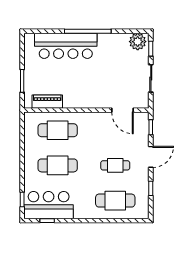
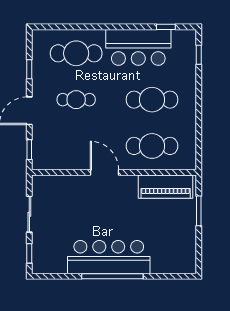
plant: (138, 42) -> (47, 263), removed
bar counter: (66, 46) -> (109, 257), moved
piano: (47, 102) -> (166, 187), width x1.37, depth x1.33
door: (122, 110) -> (105, 172), moved
bar counter: (49, 205) -> (138, 47), moved

